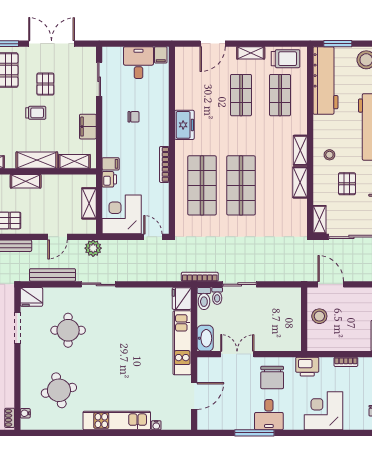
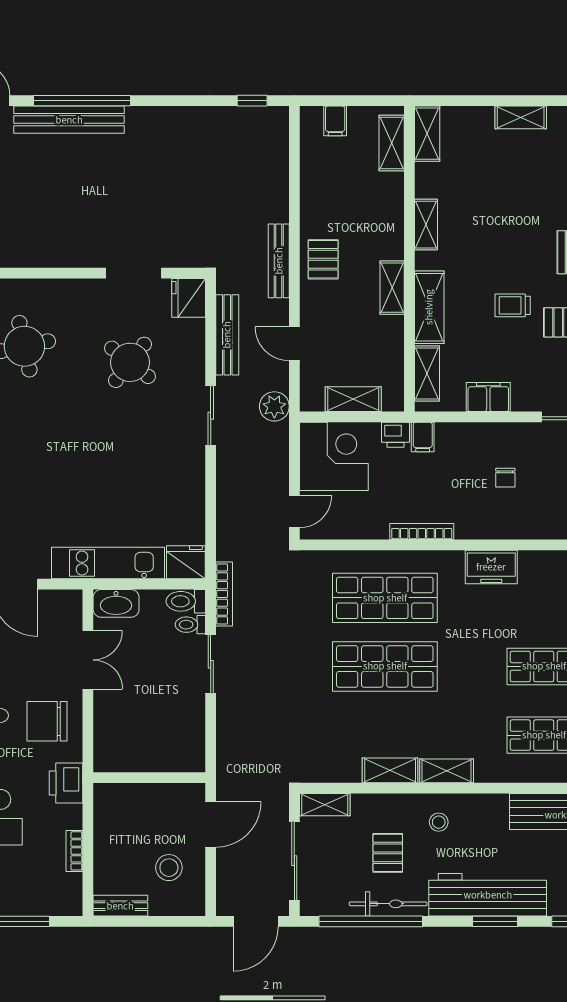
trolley: (36, 113) -> (513, 305), turned 90
pallet: (347, 184) -> (388, 853), turned 90
stool: (319, 316) -> (169, 868), moved
round table: (68, 330) -> (130, 362), turned 38

